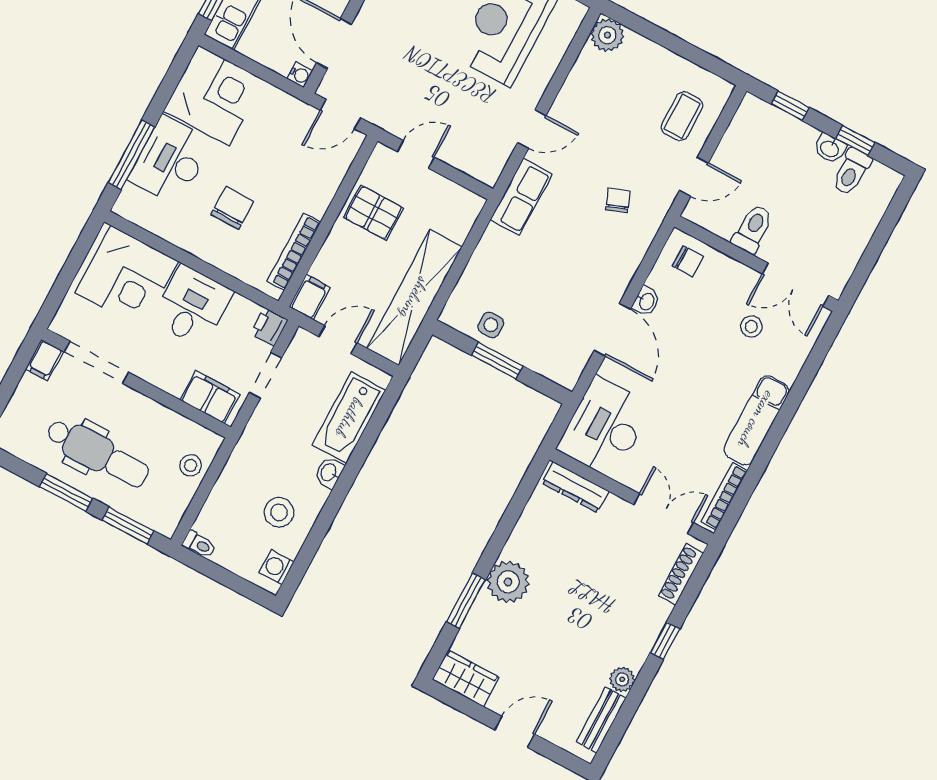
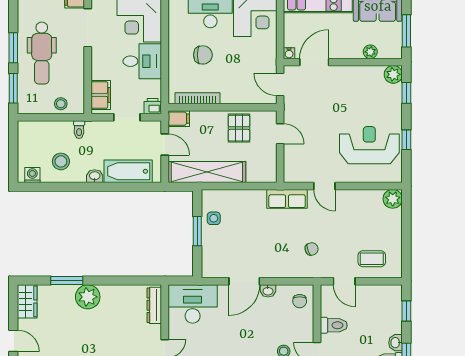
toilet: (199, 544) -> (79, 130), moved

